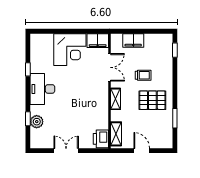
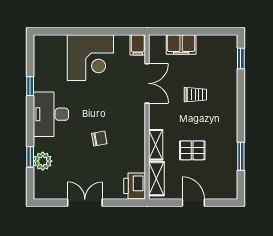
filing cabinet: (98, 41) -> (138, 45), width x0.50
shelving: (115, 99) -> (156, 145), moved
pallet: (152, 100) -> (192, 150), moved, width x0.67, depth x0.71
chair: (76, 106) -> (99, 139), added

